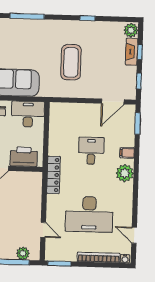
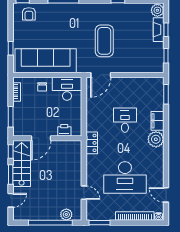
door: (113, 101) -> (101, 75), moved
filing cabinet: (127, 153) -> (157, 121), width x2.00
printer: (24, 157) -> (64, 130), width x0.53, depth x0.68
locker: (54, 175) -> (92, 143), width x0.66

